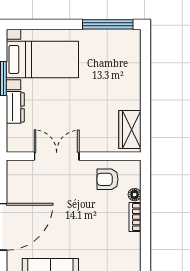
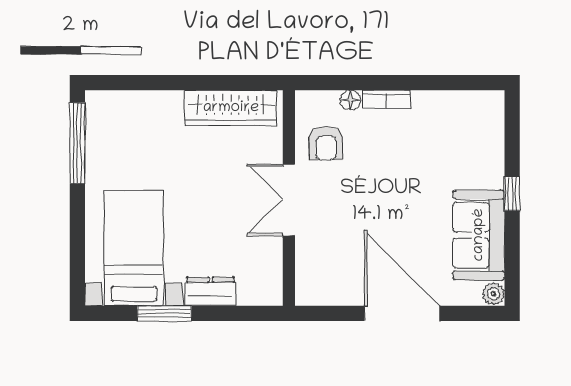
wardrobe: (130, 129) -> (231, 108), width x1.50
double door: (57, 156) -> (289, 200), moved

